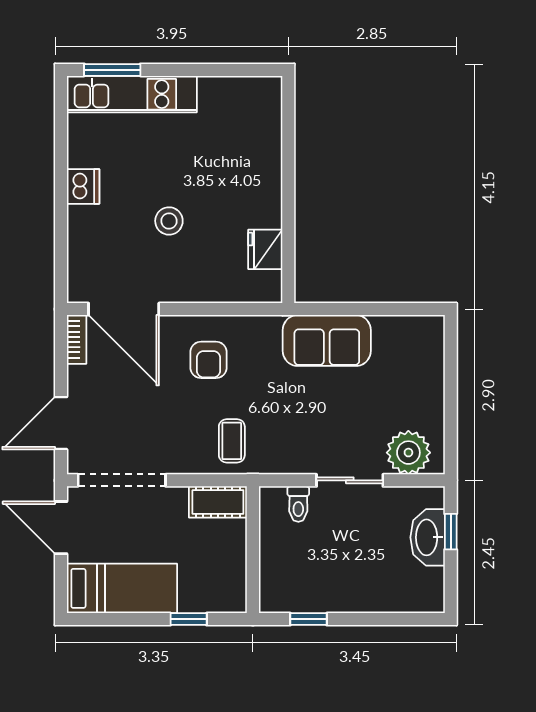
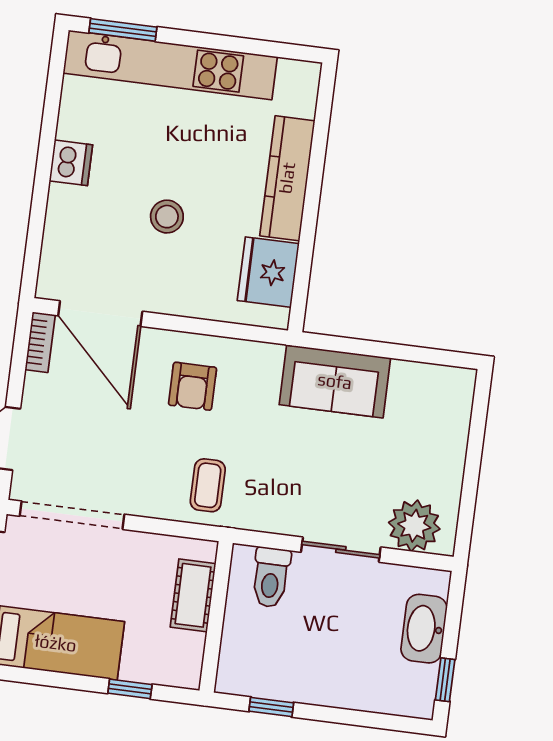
kitchen unit: (132, 94) -> (170, 65), width x1.36
kitchen counter: (265, 176) -> (287, 178), added
fridge: (265, 249) -> (268, 272), width x1.36, depth x1.34
cot: (218, 502) -> (193, 595), moved, turned 90
toilet: (298, 504) -> (271, 577), width x1.37, depth x1.39
window: (451, 532) -> (445, 680), moved

